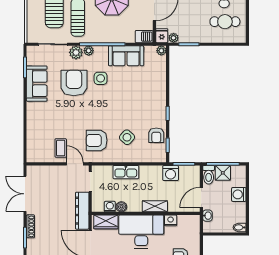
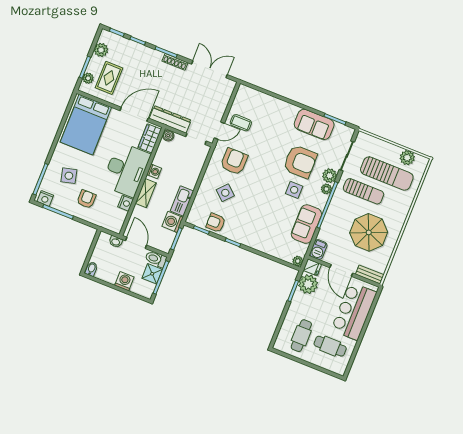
plant: (173, 38) -> (308, 284), width x1.87, depth x1.87
kitchen sink: (126, 172) -> (182, 201), moved
washing machine: (110, 207) -> (154, 171), moved
boiler: (121, 207) -> (168, 136), moved

